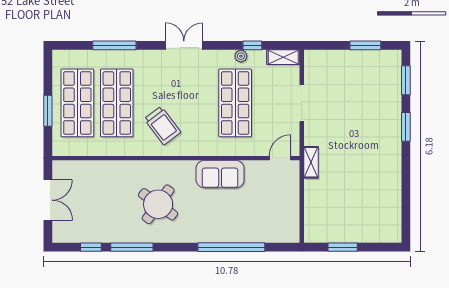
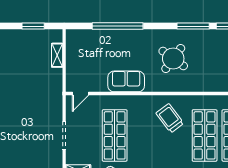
shelving: (311, 162) -> (57, 55), moved

